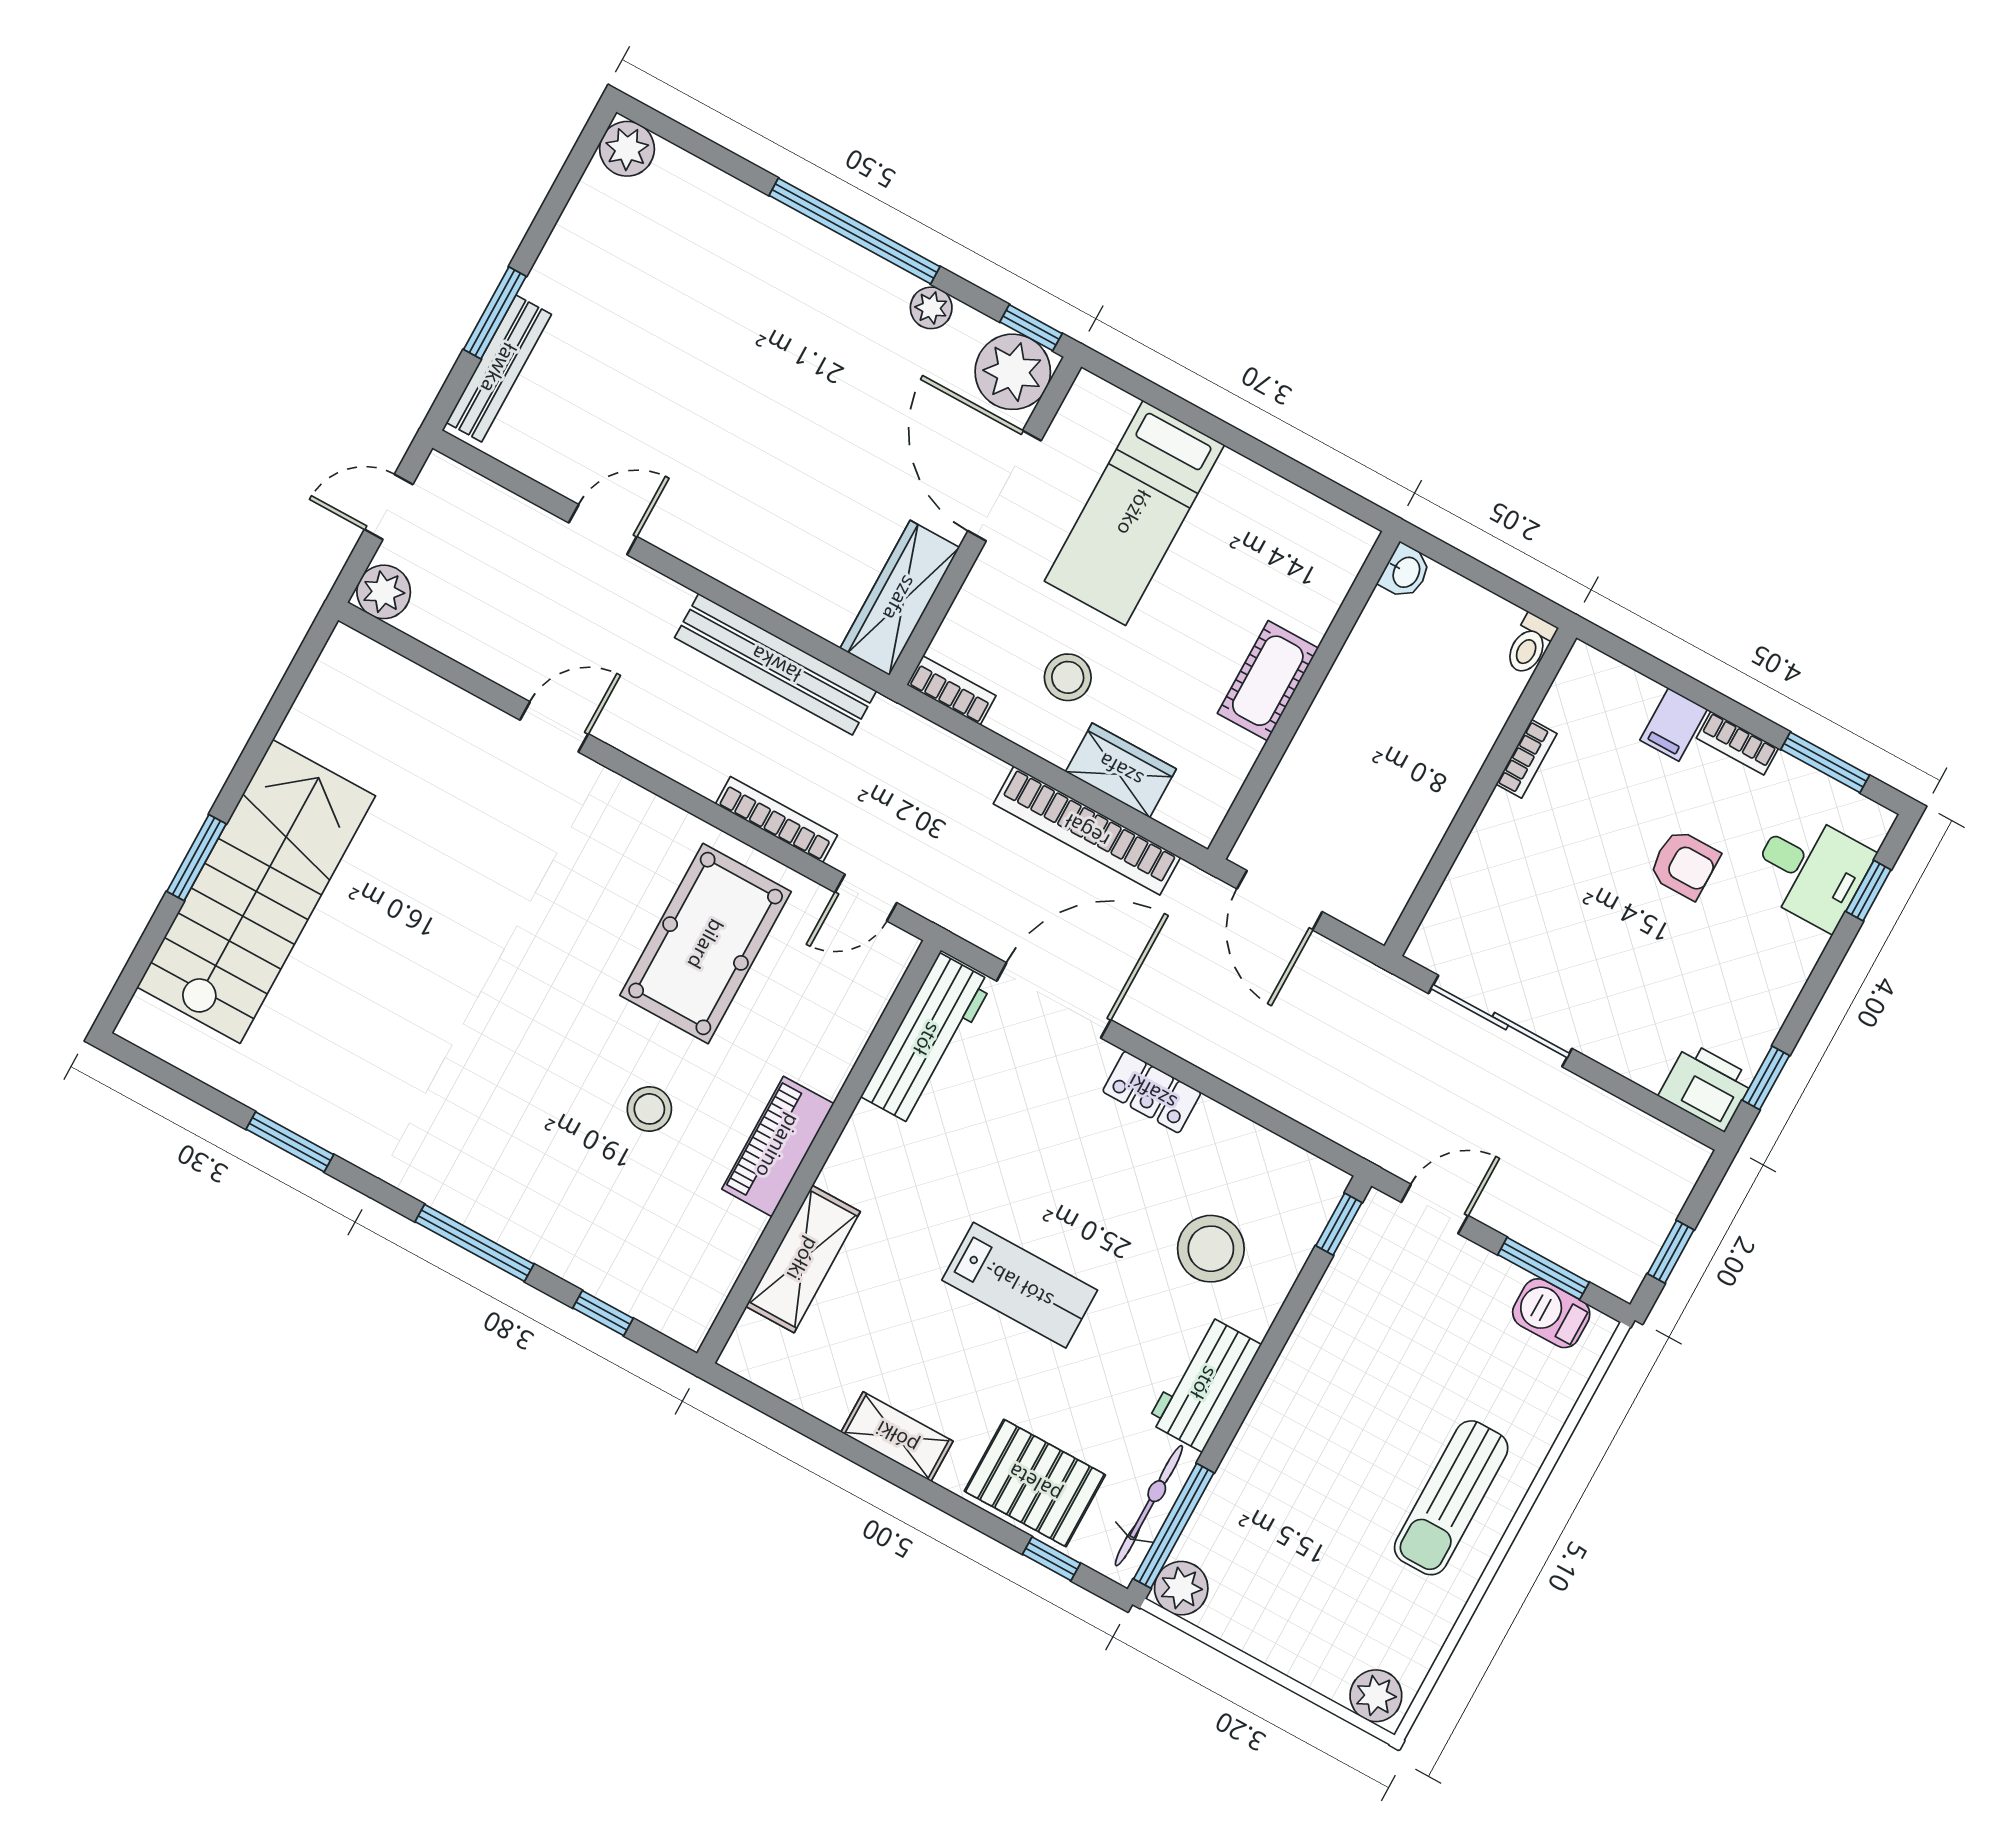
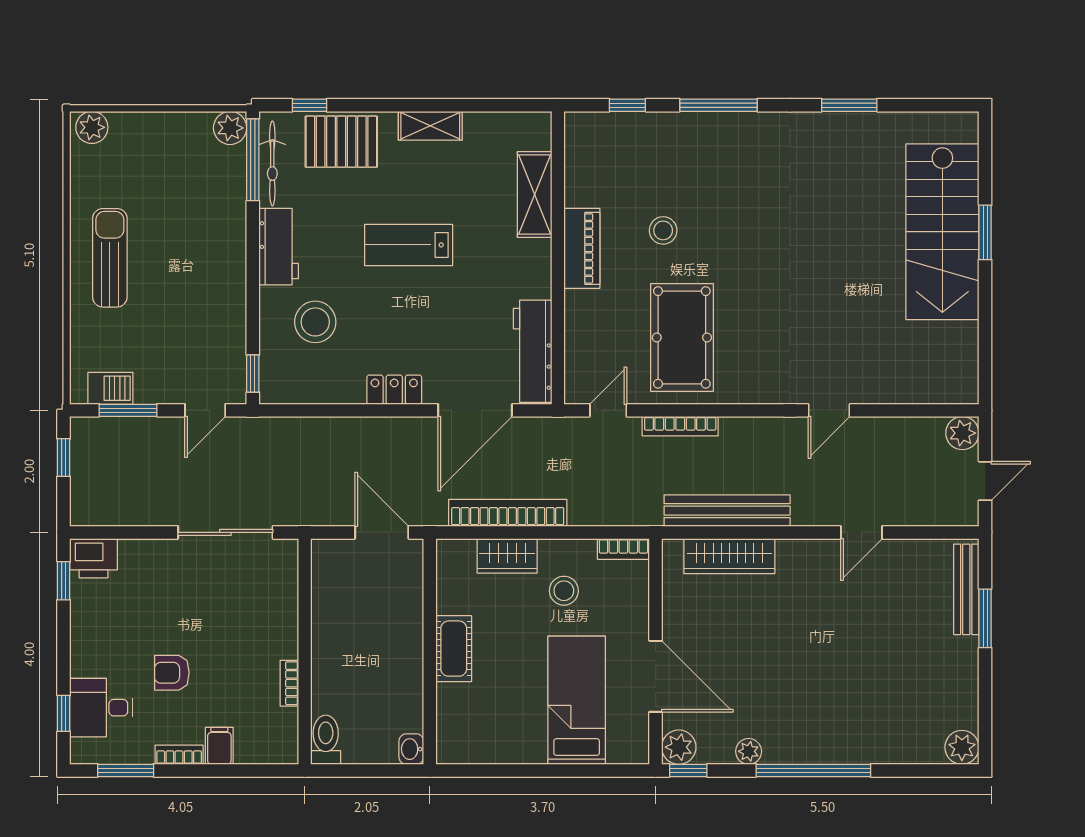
plant: (1013, 372) -> (679, 747), width x0.73, depth x0.73
wardrobe: (900, 598) -> (729, 556), moved, turned 90
toilet: (1530, 645) -> (326, 740), width x1.37, depth x1.39

